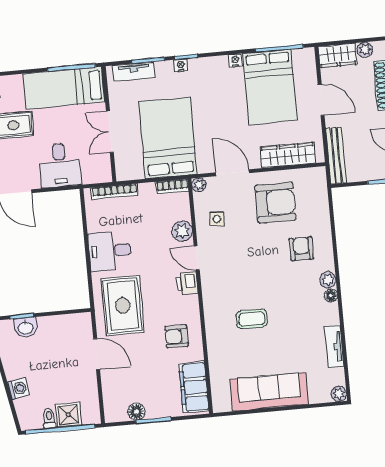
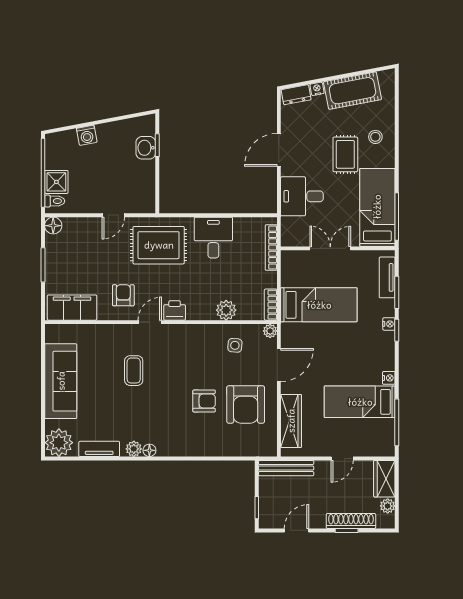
bed: (270, 87) -> (360, 402), width x0.67
door: (321, 100) -> (342, 459), width x0.73
bed: (168, 138) -> (319, 305), width x0.67
armchair: (301, 249) -> (204, 401), moved
door: (197, 258) -> (150, 322), moved
plant: (328, 280) -> (134, 449), moved
door: (97, 354) -> (113, 215), width x0.73
plant: (339, 394) -> (59, 443), width x1.88, depth x1.88
floor lamp: (136, 412) -> (53, 226), moved
toilet: (49, 418) -> (55, 201), moved

